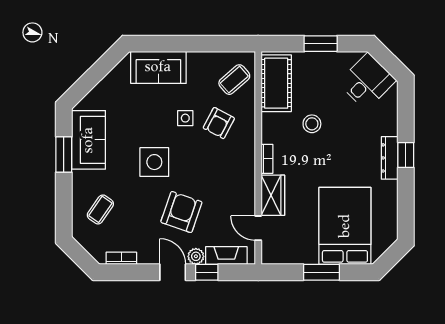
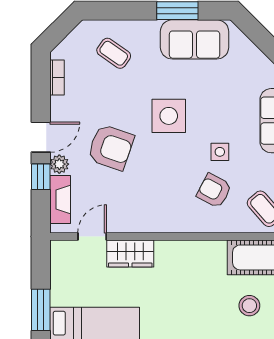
stool: (312, 124) -> (249, 306), moved
bookcase: (267, 159) -> (172, 247), removed

